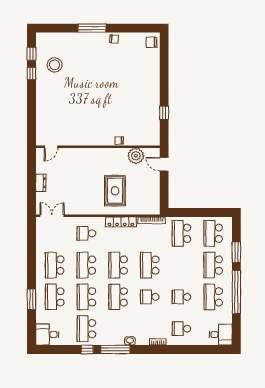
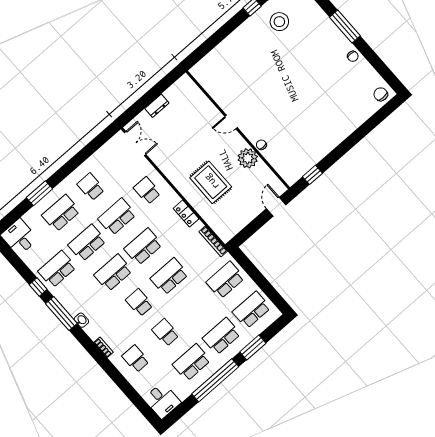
window: (164, 113) -> (312, 175), moved
door: (51, 147) -> (231, 122), moved
plant: (136, 156) -> (248, 158), moved
rug: (115, 191) -> (211, 182), turned 90
locker: (121, 222) -> (186, 214), width x0.66
school desk: (55, 265) -> (91, 187), width x0.54

